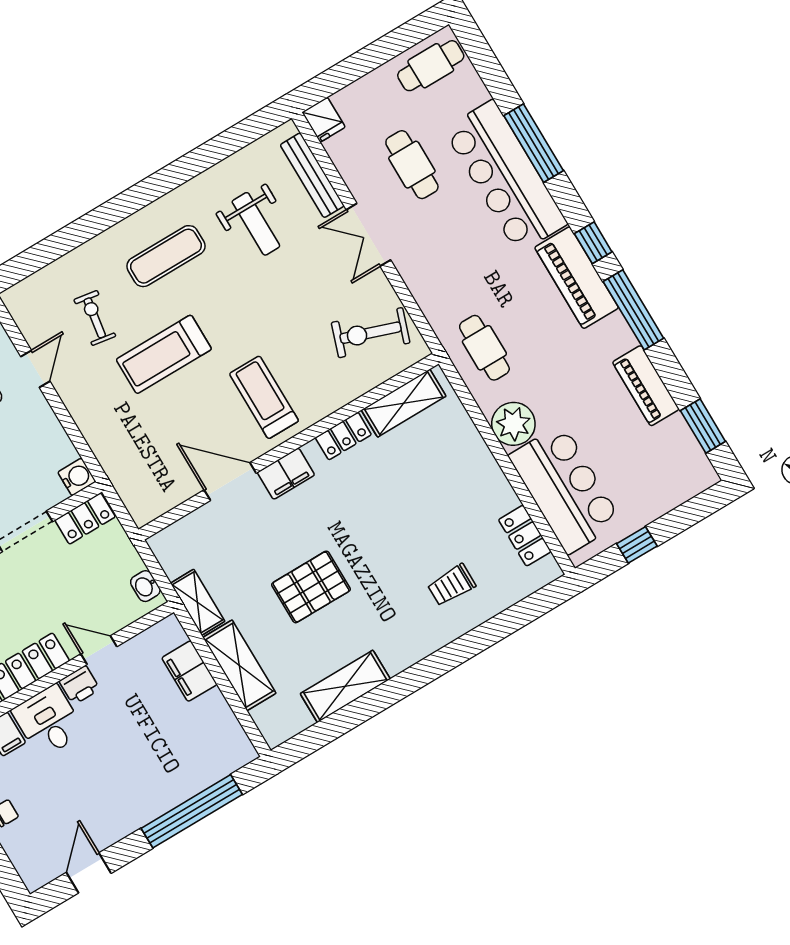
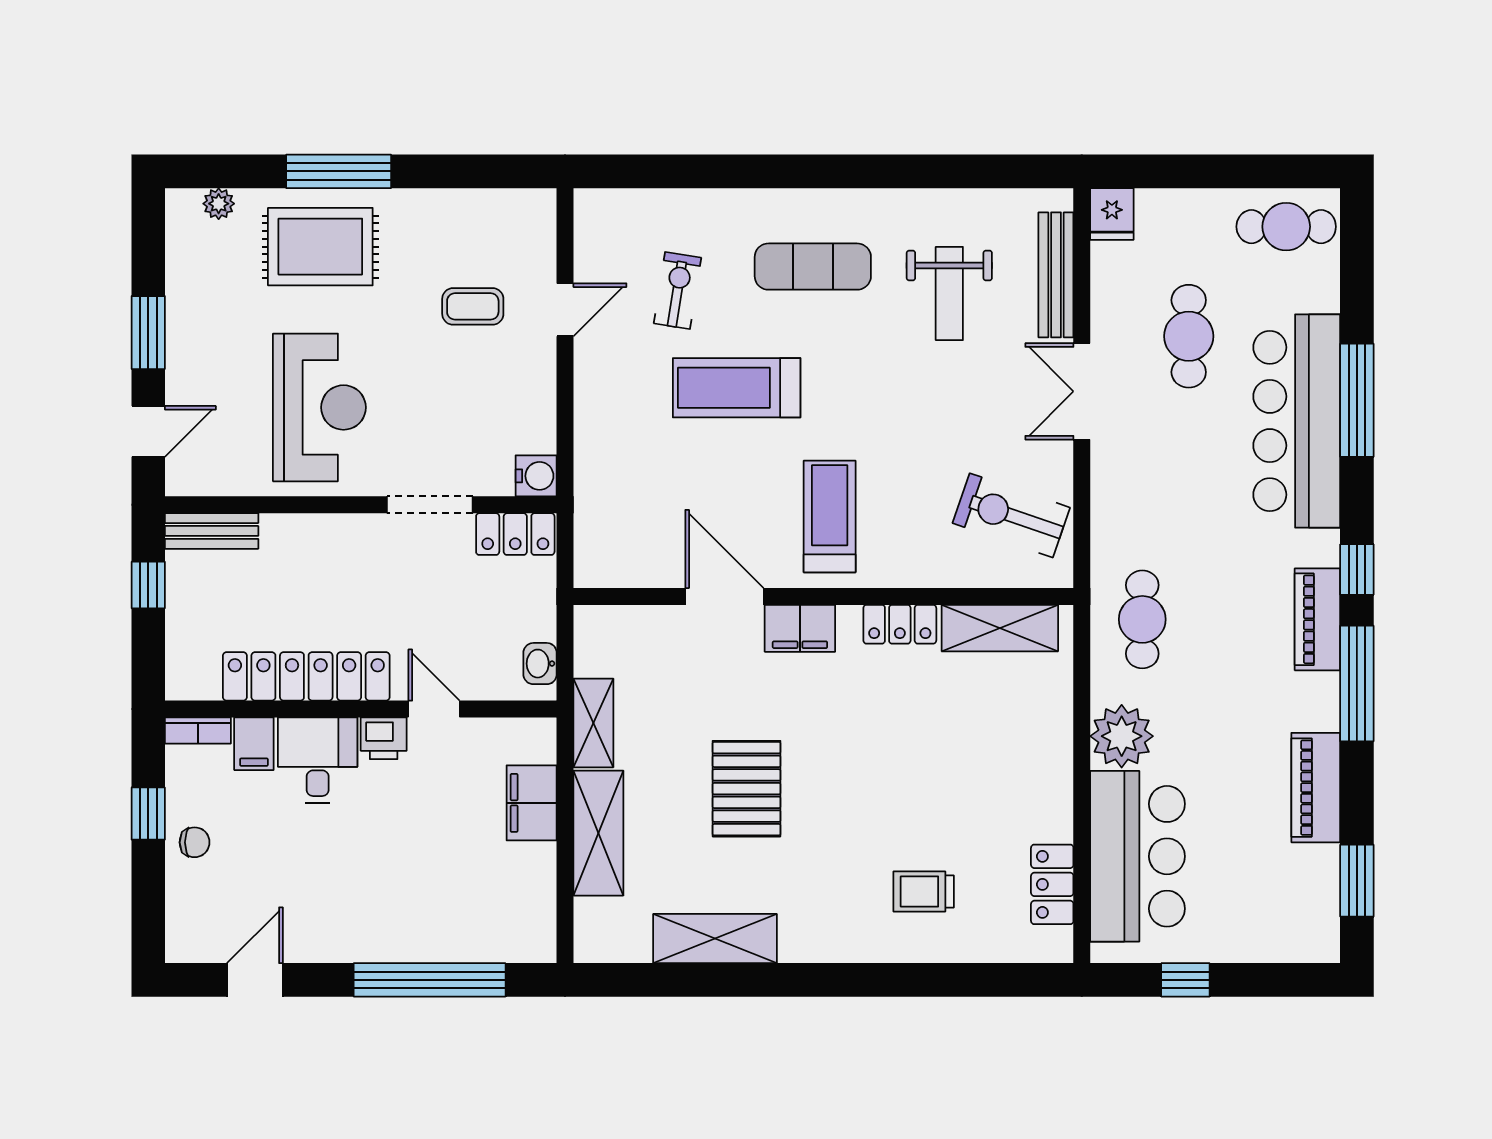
piano: (577, 278) -> (1317, 619), width x0.73, depth x0.75
pallet: (311, 587) -> (747, 789), turned 90

